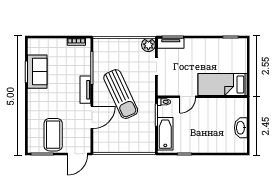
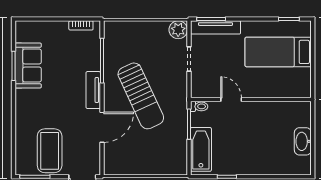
tv unit: (171, 43) -> (215, 27), width x1.41
bed: (223, 84) -> (278, 52), moved
door: (188, 97) -> (231, 100), swing flipped

